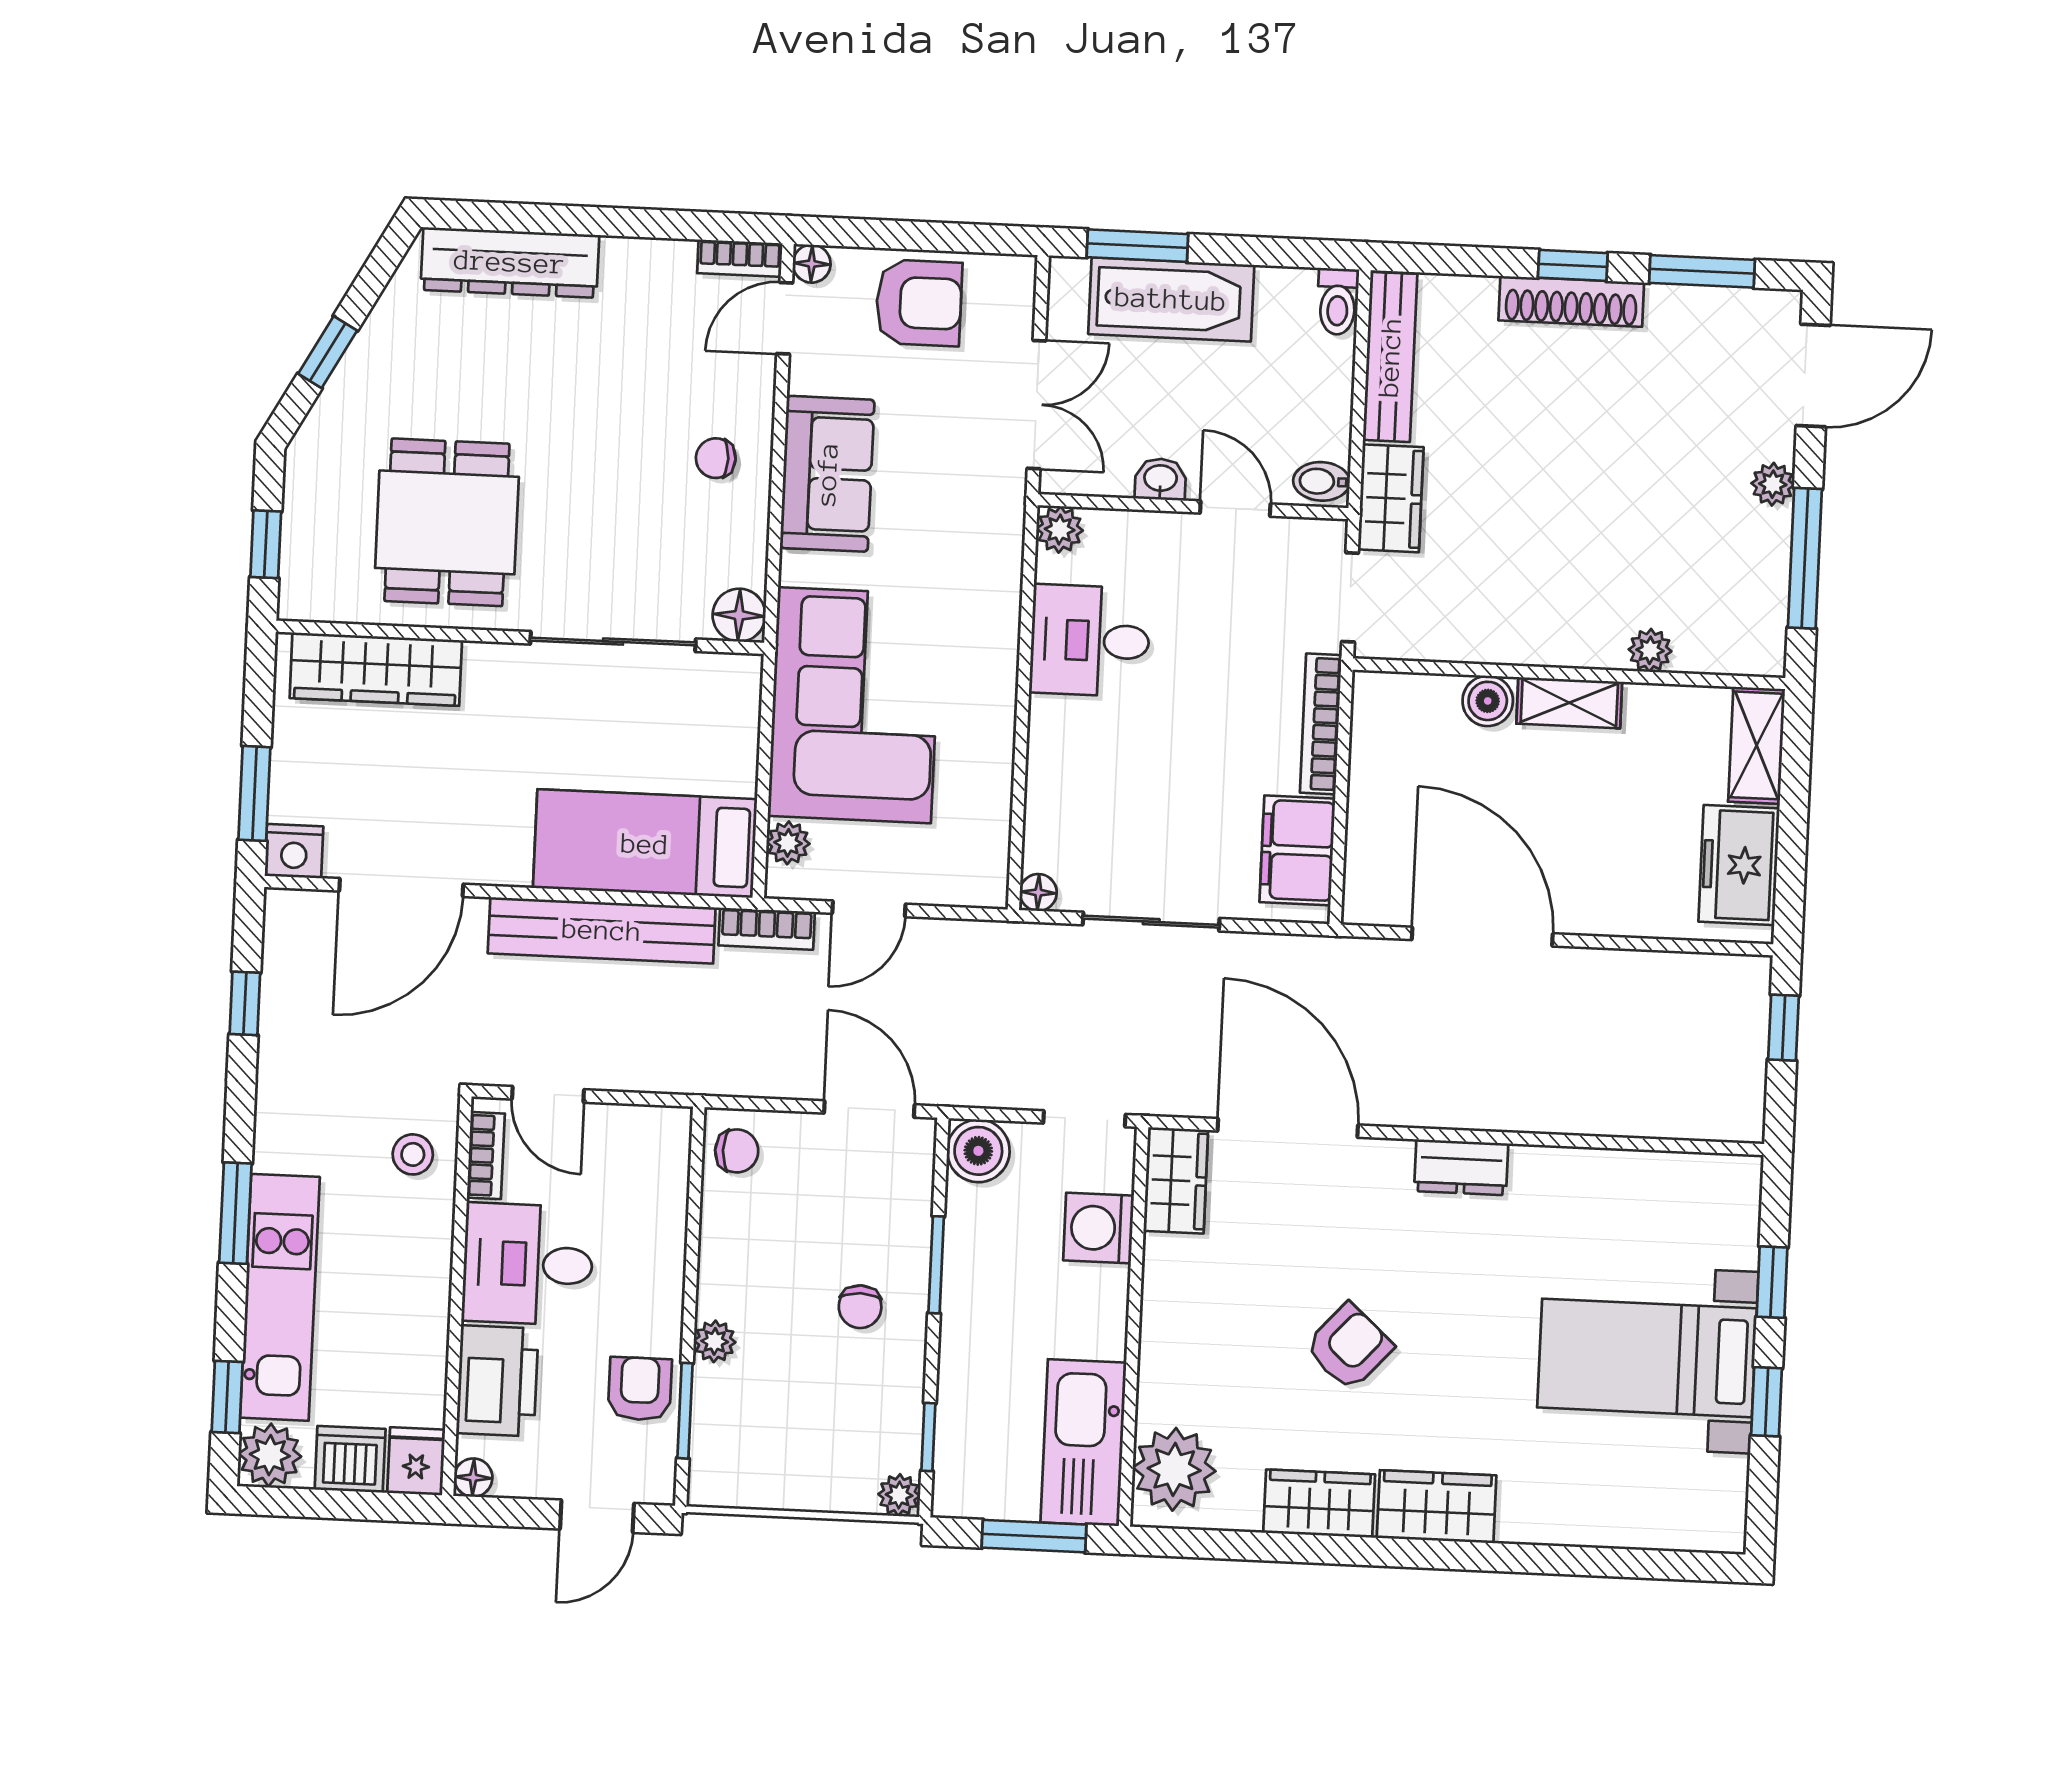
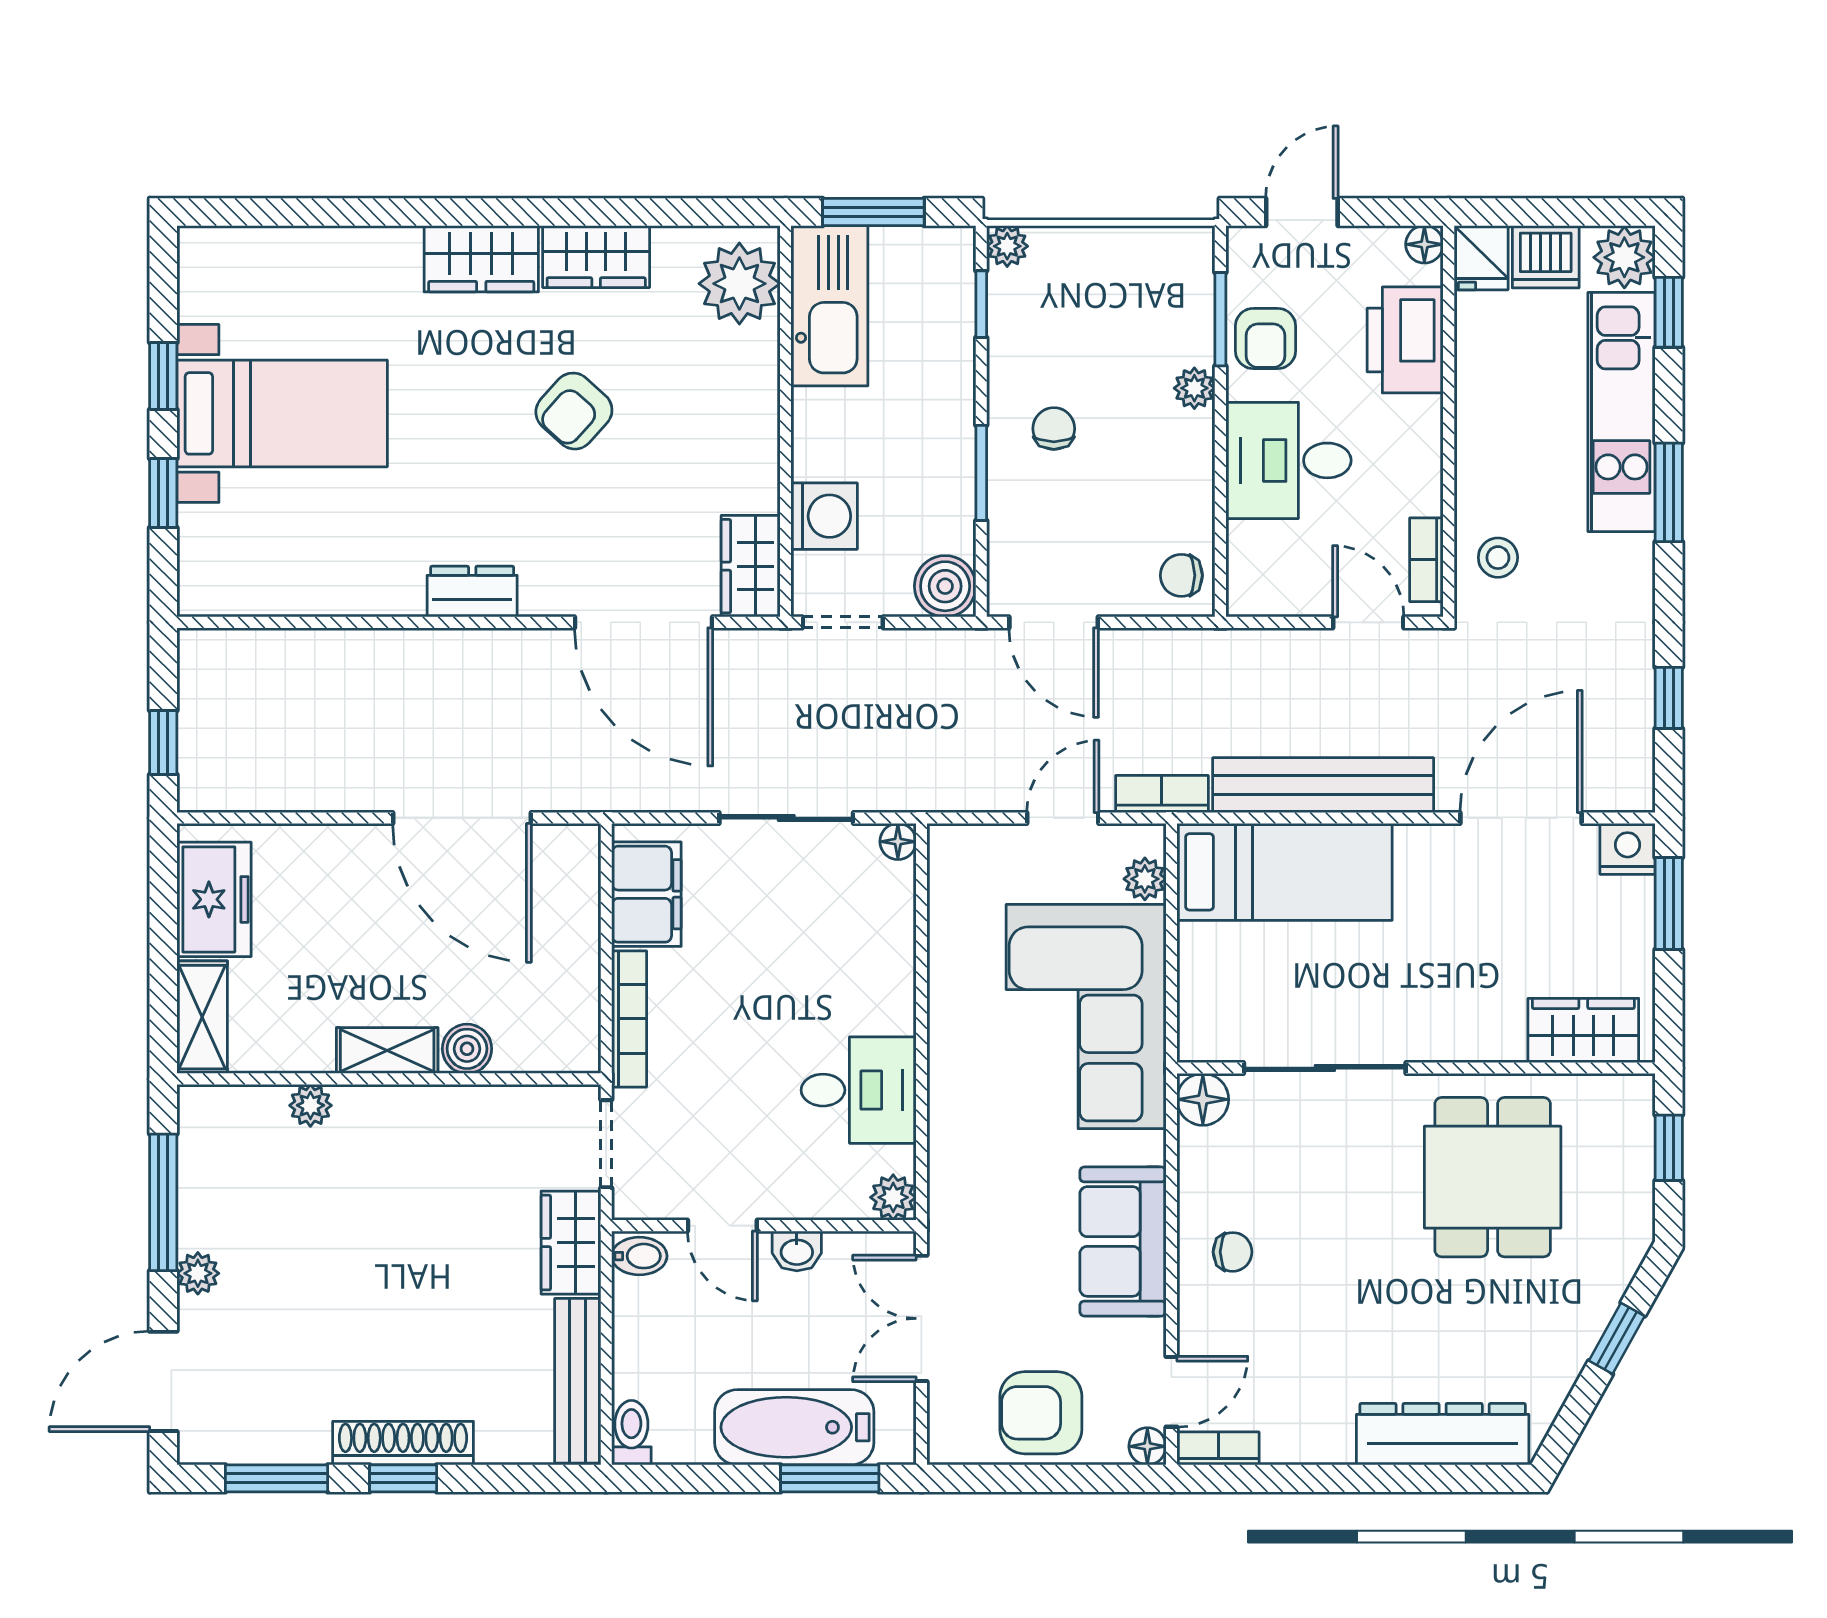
wardrobe: (376, 669) -> (1583, 1030), width x0.67
desk: (528, 1264) -> (1288, 460), moved, turned 180

